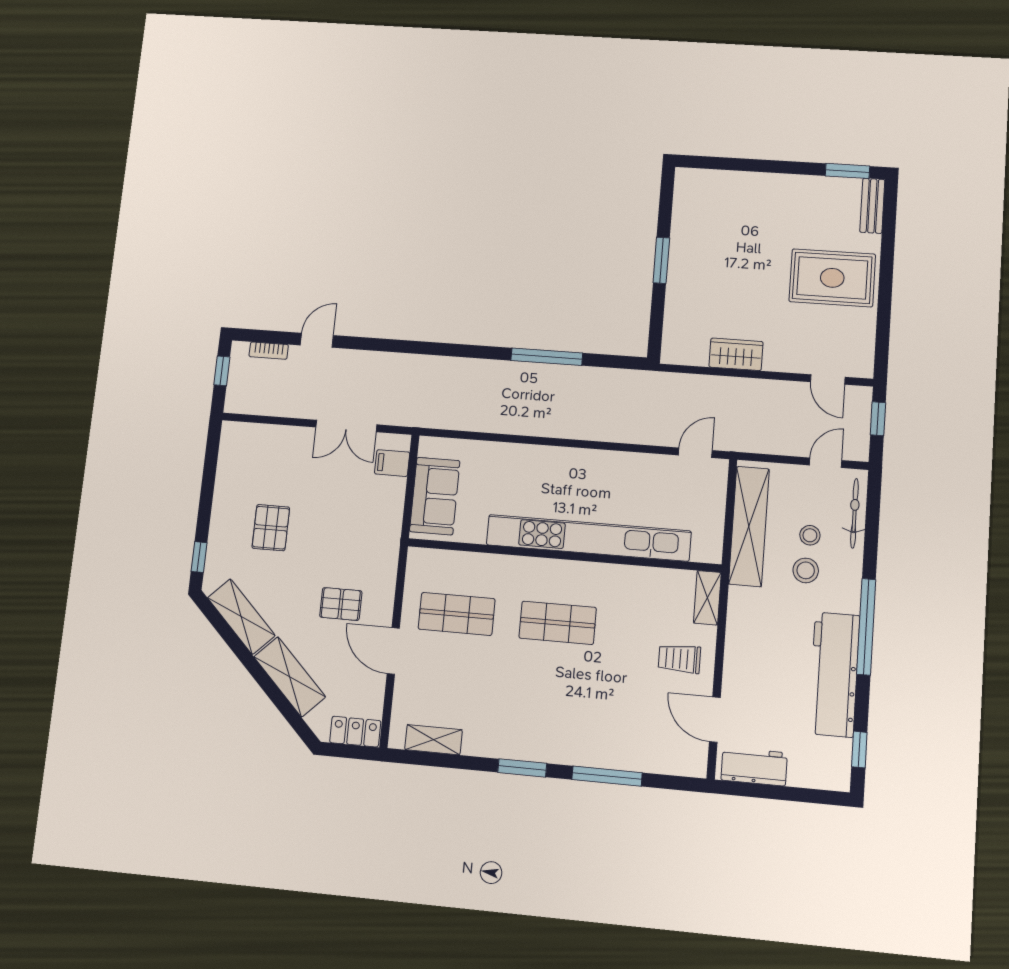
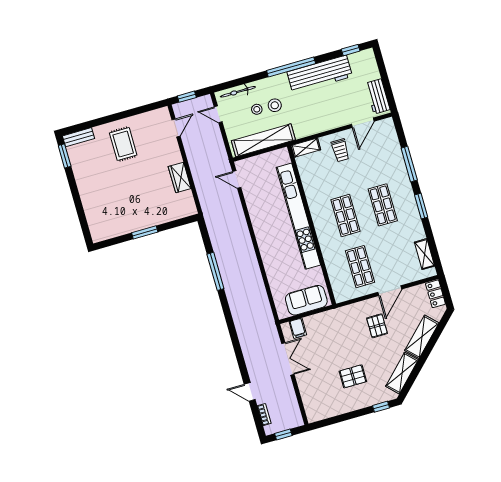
rug: (832, 278) -> (123, 144), width x0.73, depth x0.70
shop shelf: (551, 698) -> (383, 205), added

